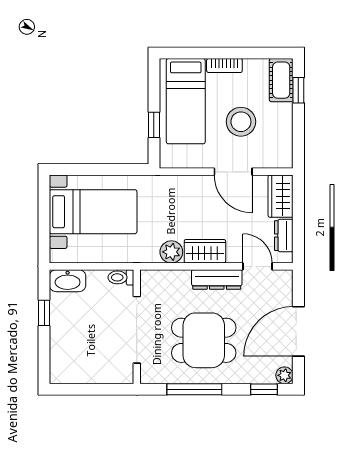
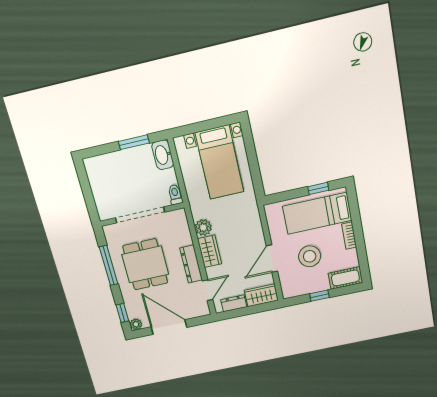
window: (298, 90) -> (319, 296), moved
window: (154, 125) -> (318, 188), moved
window: (44, 313) -> (134, 142), width x1.50

